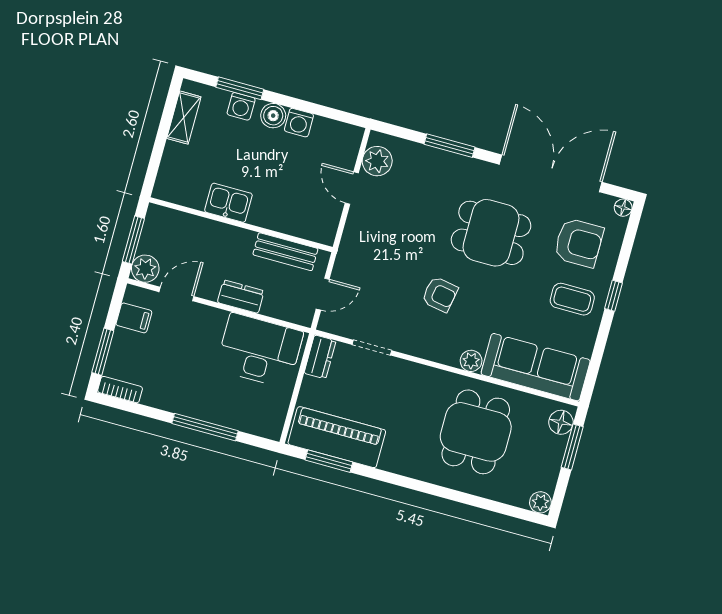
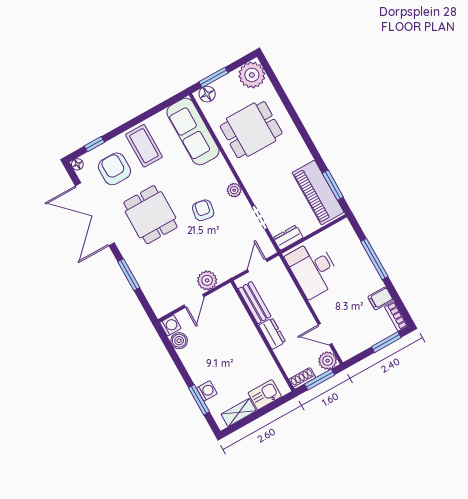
boiler: (273, 116) -> (179, 341), moved
washing machine: (299, 123) -> (170, 325), moved
plant: (377, 161) -> (207, 280), moved
kitchen sink: (228, 203) -> (265, 395), moved, turned 90
shoe rack: (153, 223) -> (302, 378), added
door: (323, 294) -> (257, 265), hinge flipped
window: (614, 296) -> (94, 144), moved
dresser: (241, 297) -> (272, 334), moved, turned 180
coffee table: (572, 299) -> (144, 146), width x1.36, depth x1.30
filing cabinet: (134, 318) -> (380, 298), moved, turned -90
plant: (471, 361) -> (234, 190), moved
plant: (540, 502) -> (252, 75), width x1.87, depth x1.87

